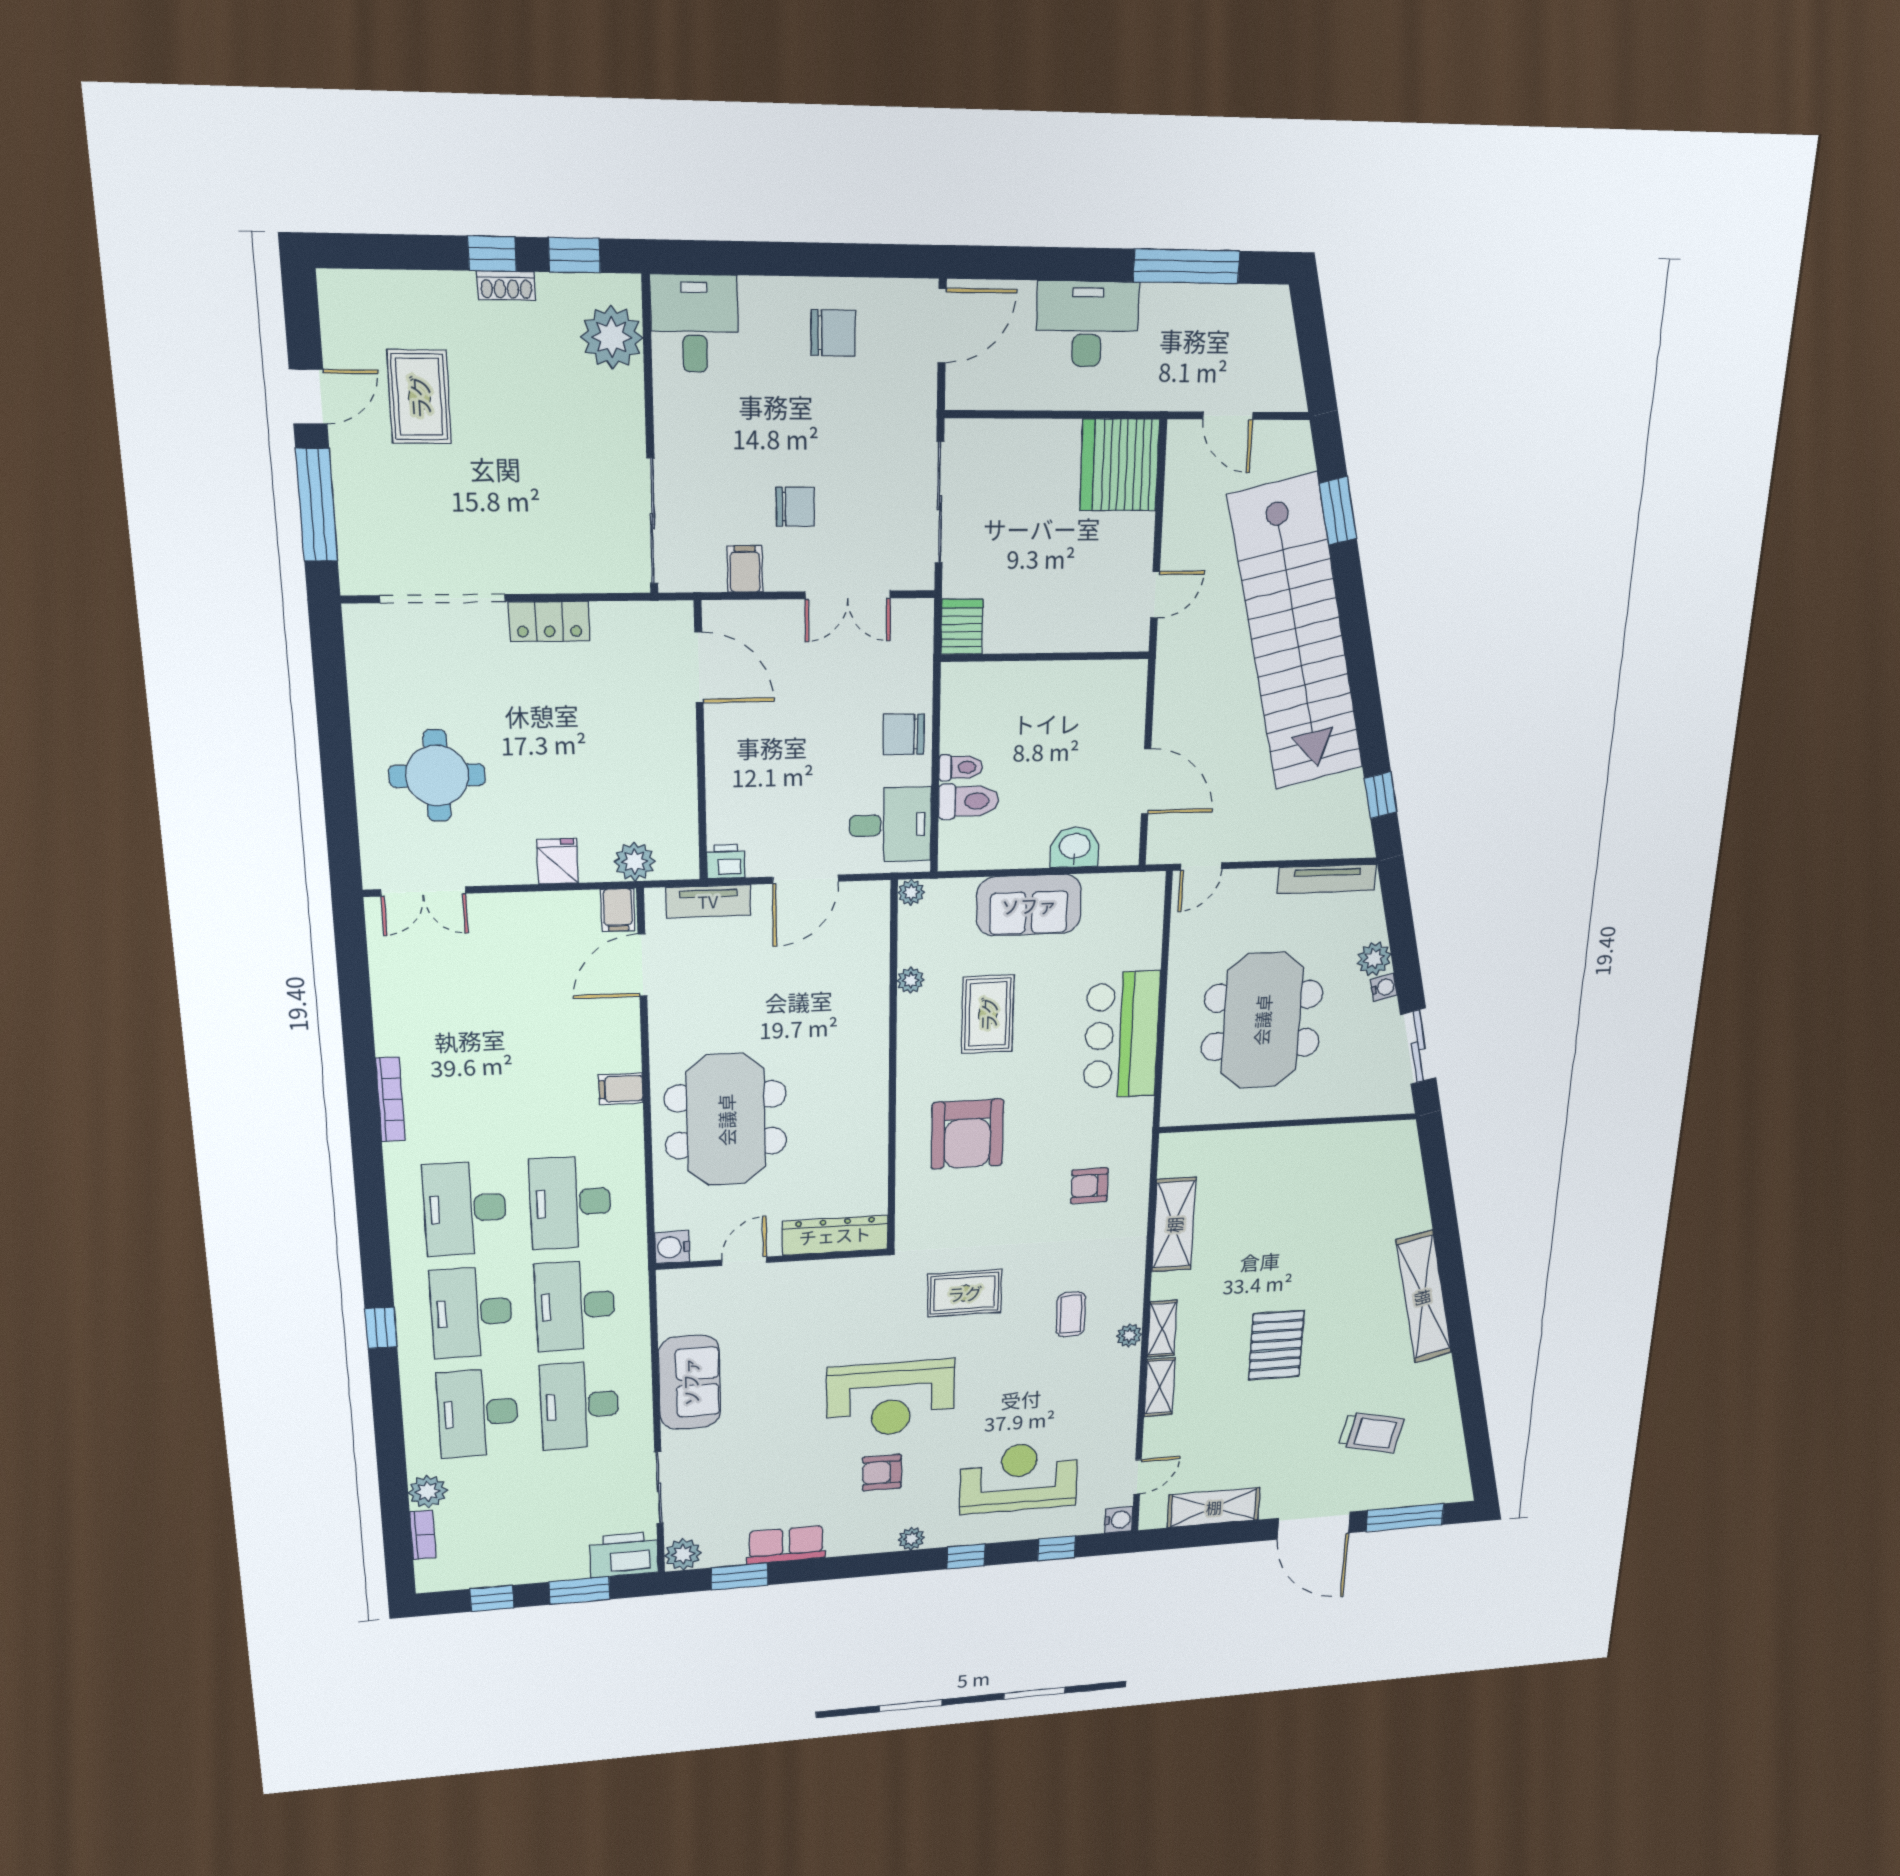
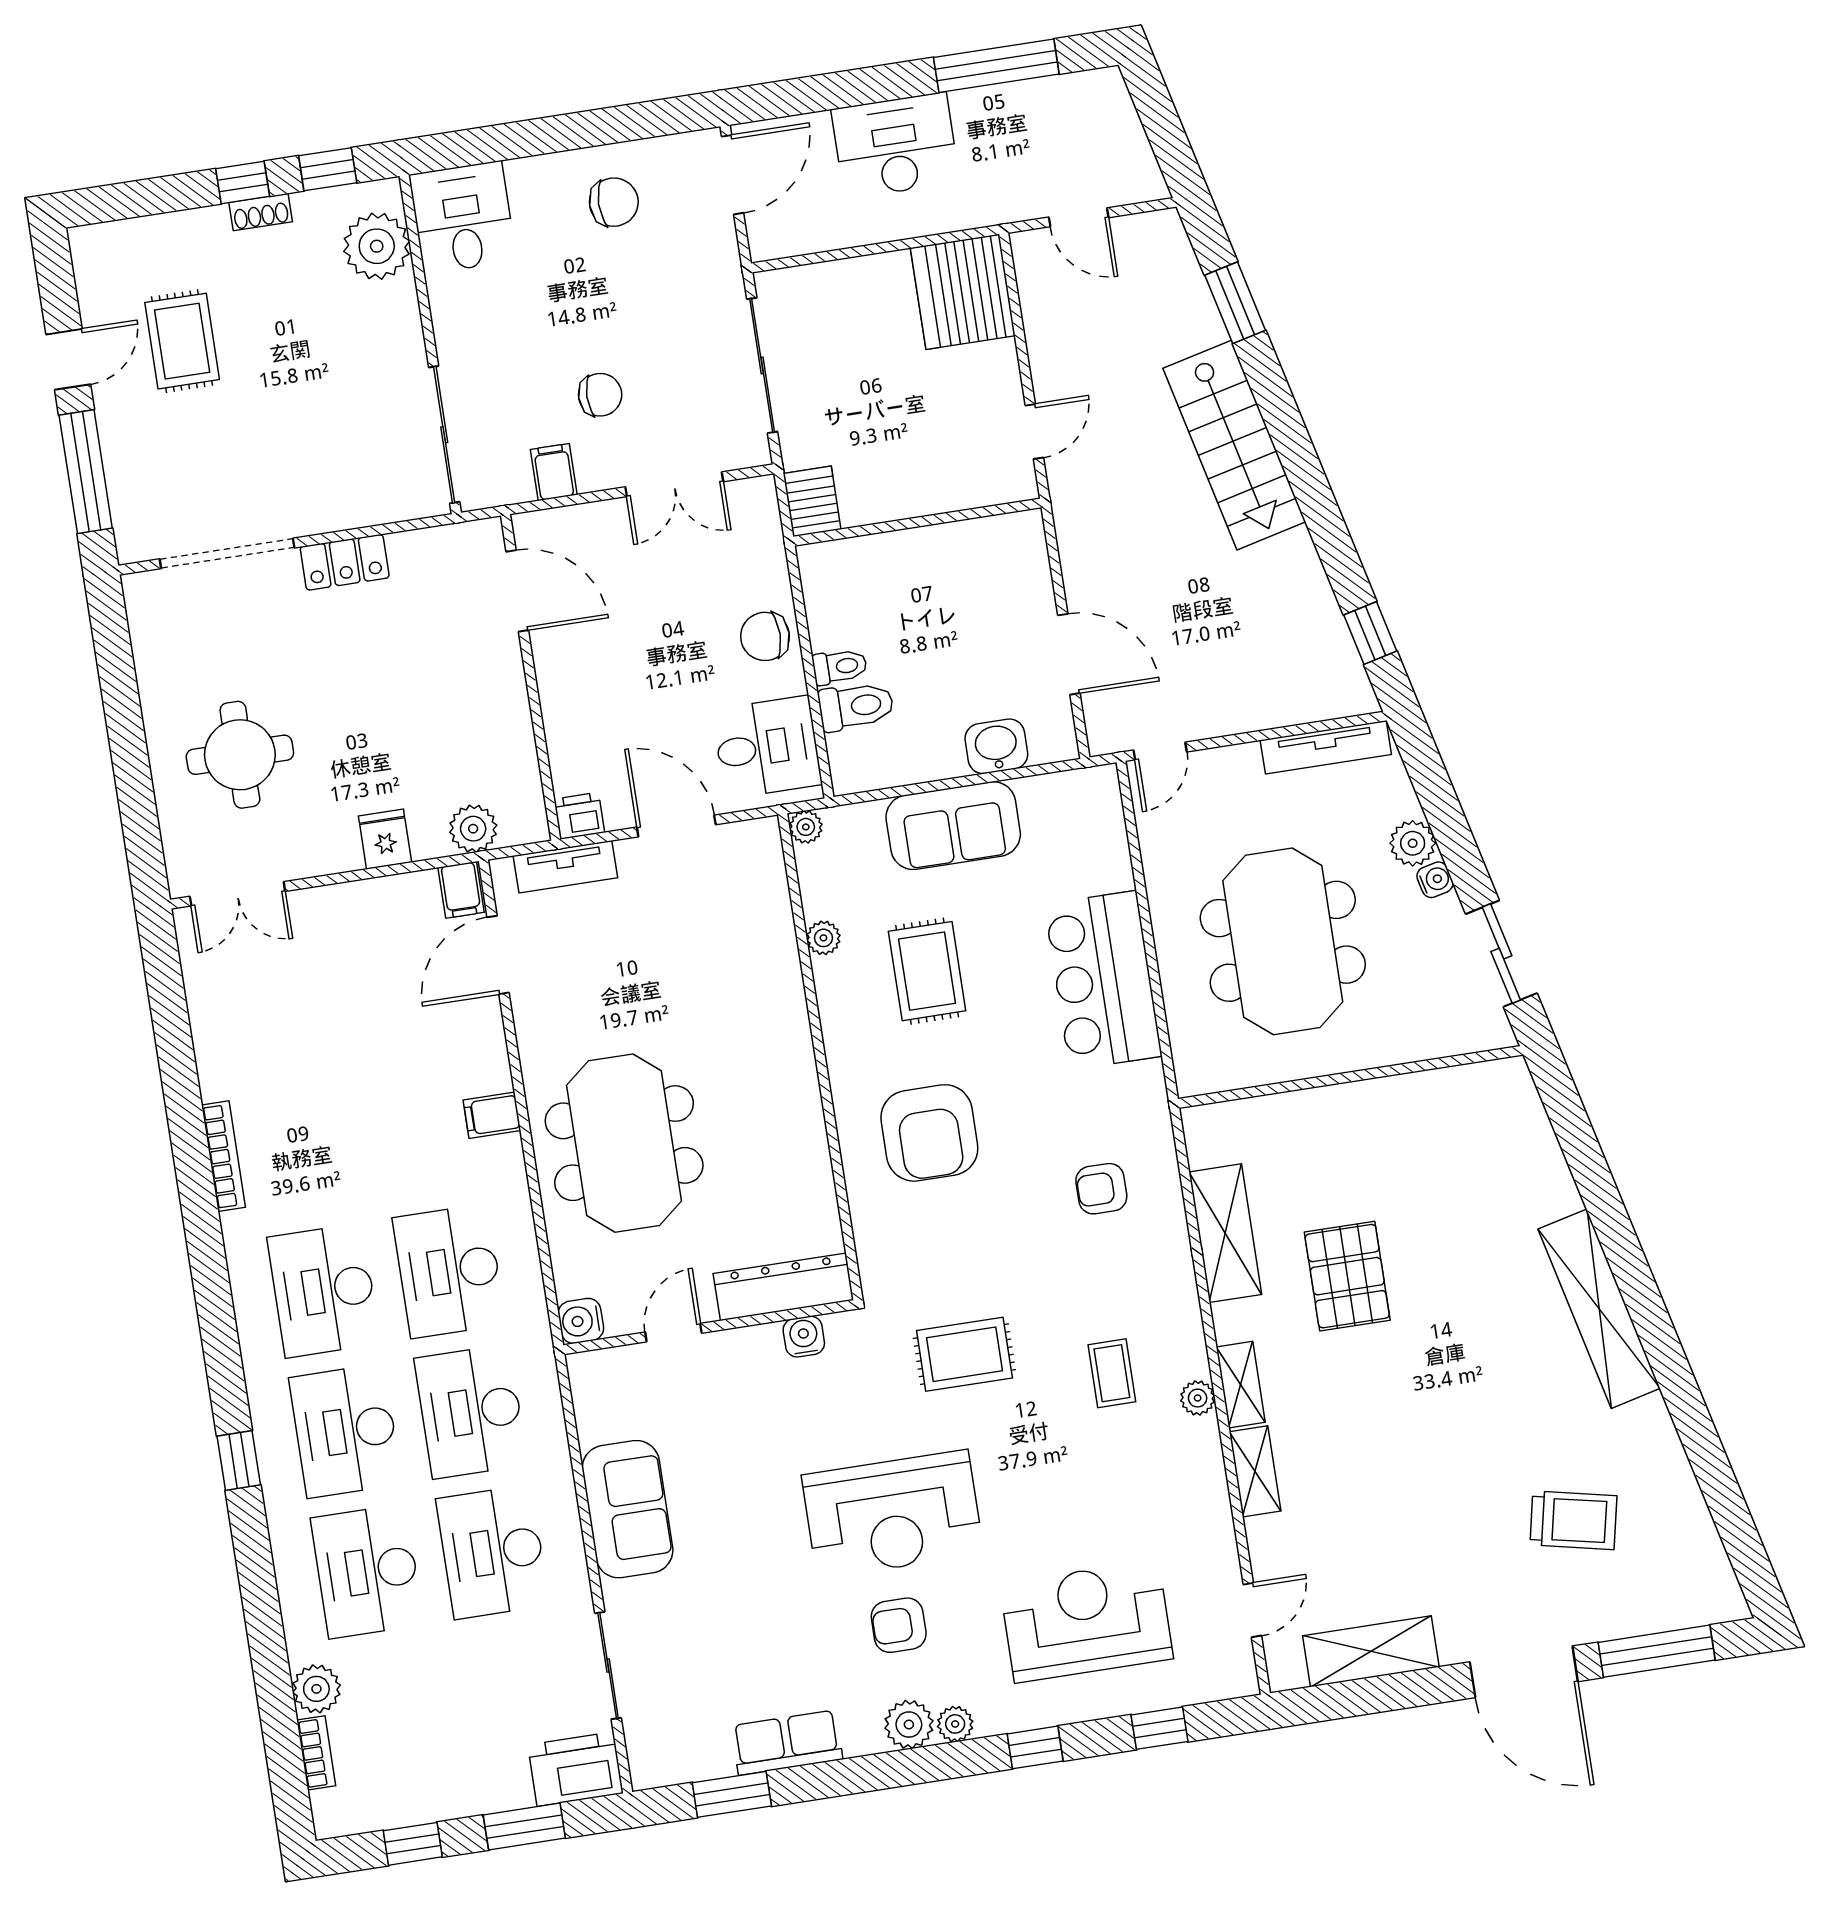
stairs: (1296, 634) -> (1234, 445), width x0.54, depth x0.66
door: (806, 879) -> (676, 826), swing flipped
pallet: (1276, 1345) -> (1347, 1276), moved
water cooler: (1119, 1520) -> (804, 1337), moved, turned -90
plant: (683, 1554) -> (909, 1724), moved

